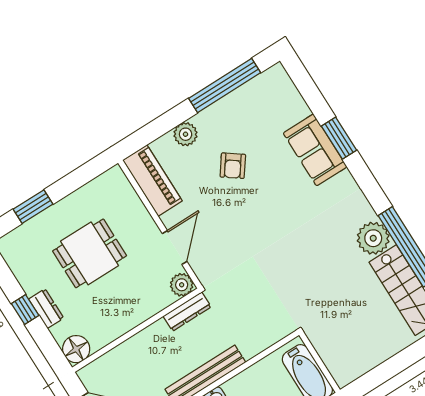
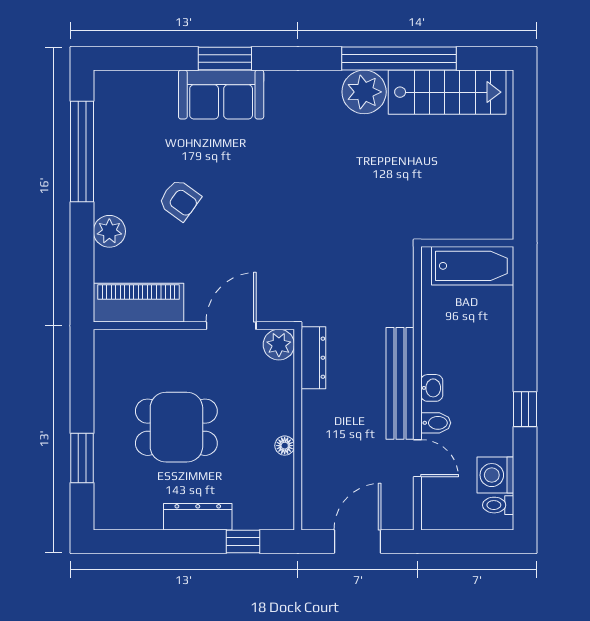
door: (175, 247) -> (231, 326), hinge flipped
dining table: (90, 253) -> (176, 427), turned 90
dresser: (46, 309) -> (198, 517), width x1.44
window: (25, 310) -> (243, 541), moved
floor lamp: (76, 349) -> (285, 446), moved, width x0.53, depth x0.53

